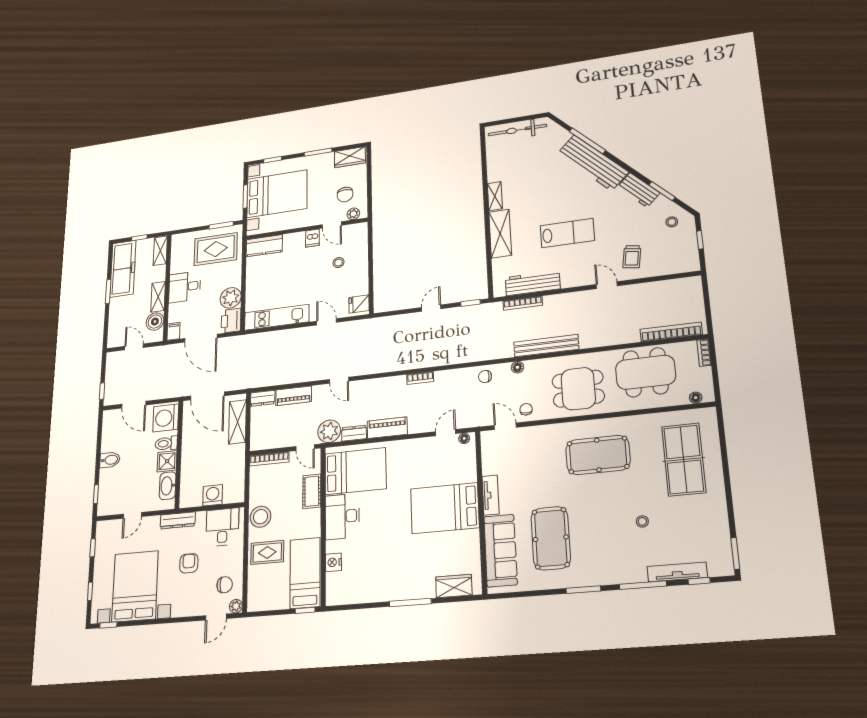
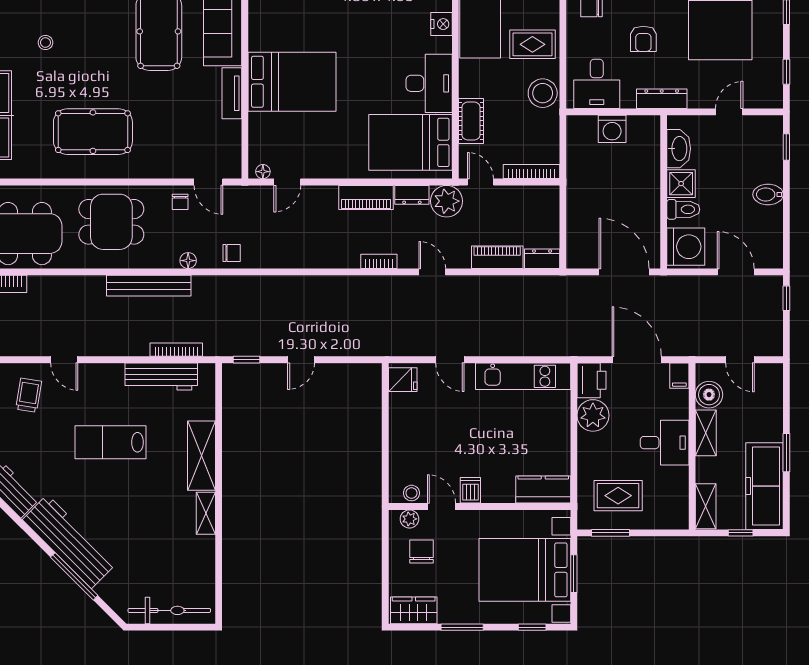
rug: (216, 249) -> (618, 496), width x0.73, depth x0.70
stool: (339, 263) -> (412, 493), moved
bookcase: (420, 378) -> (379, 261), moved
shelving: (237, 422) -> (578, 229), removed

